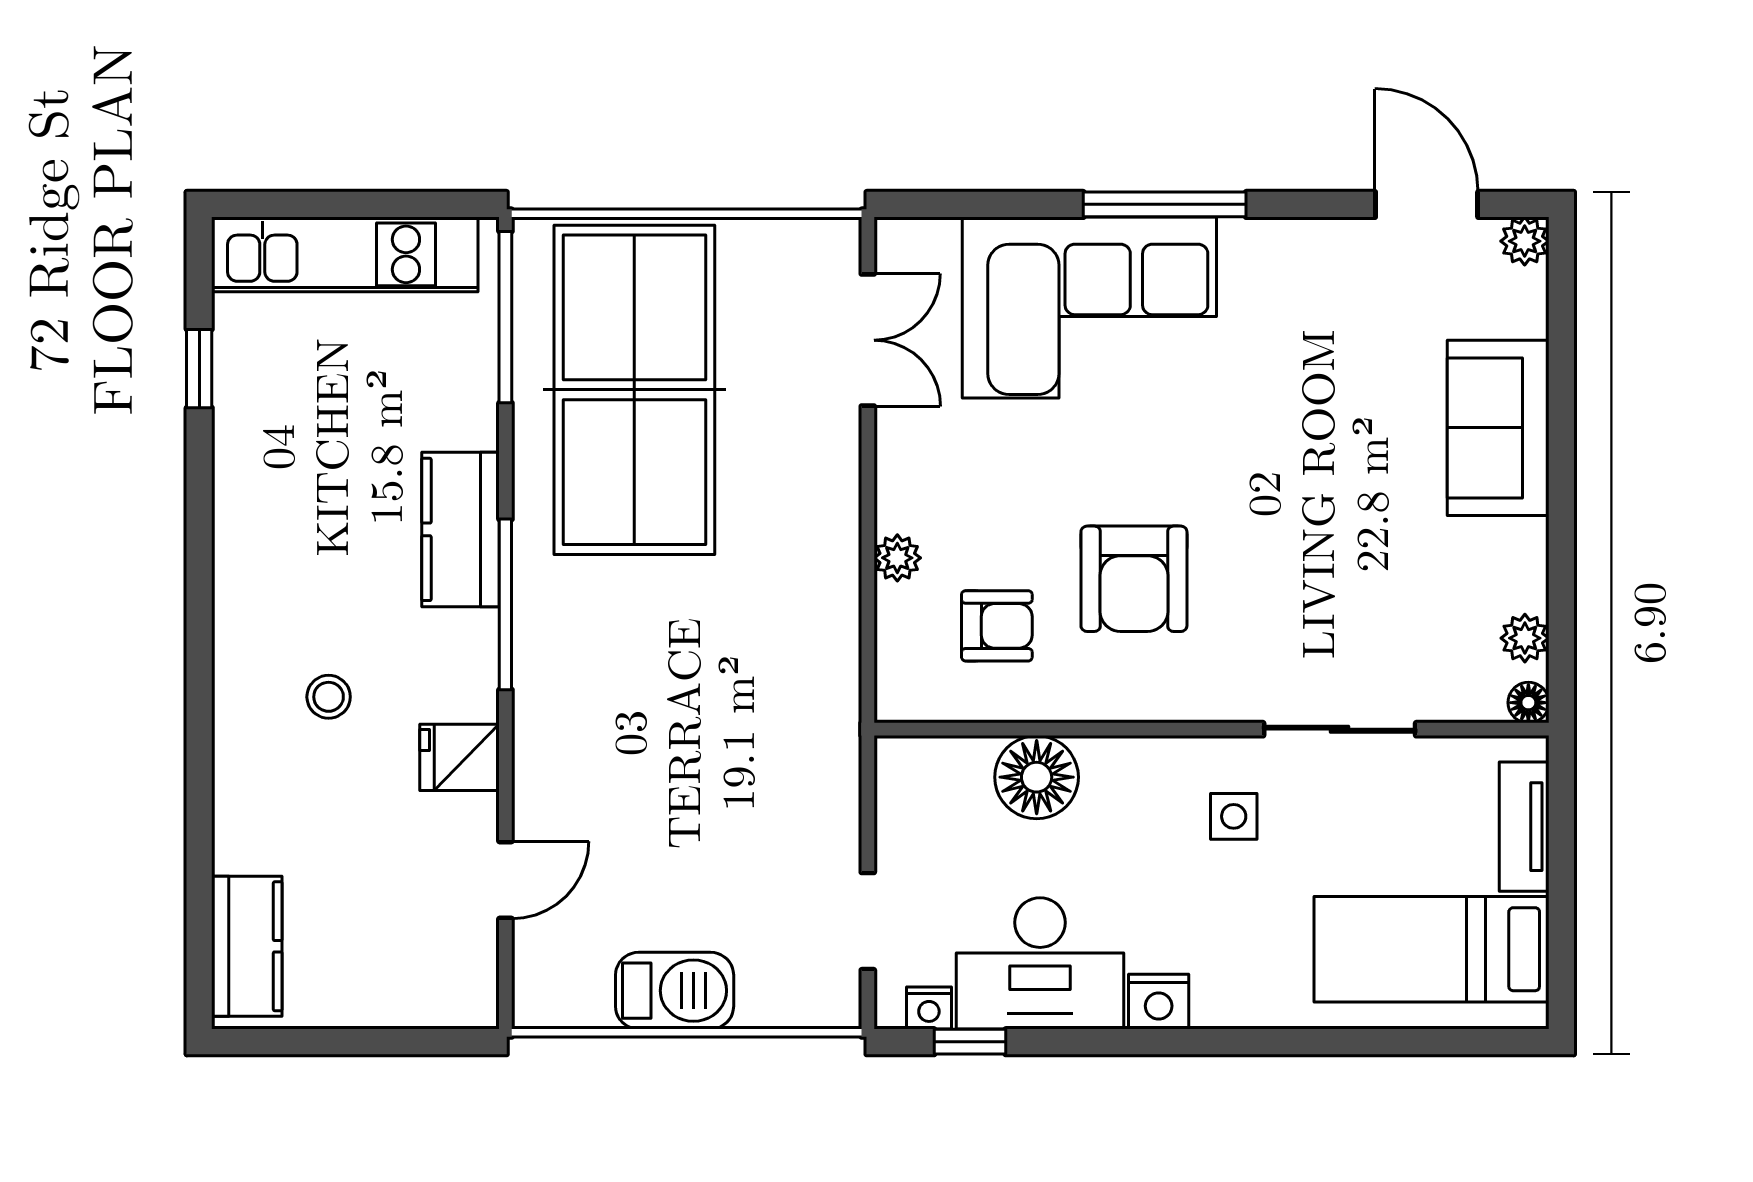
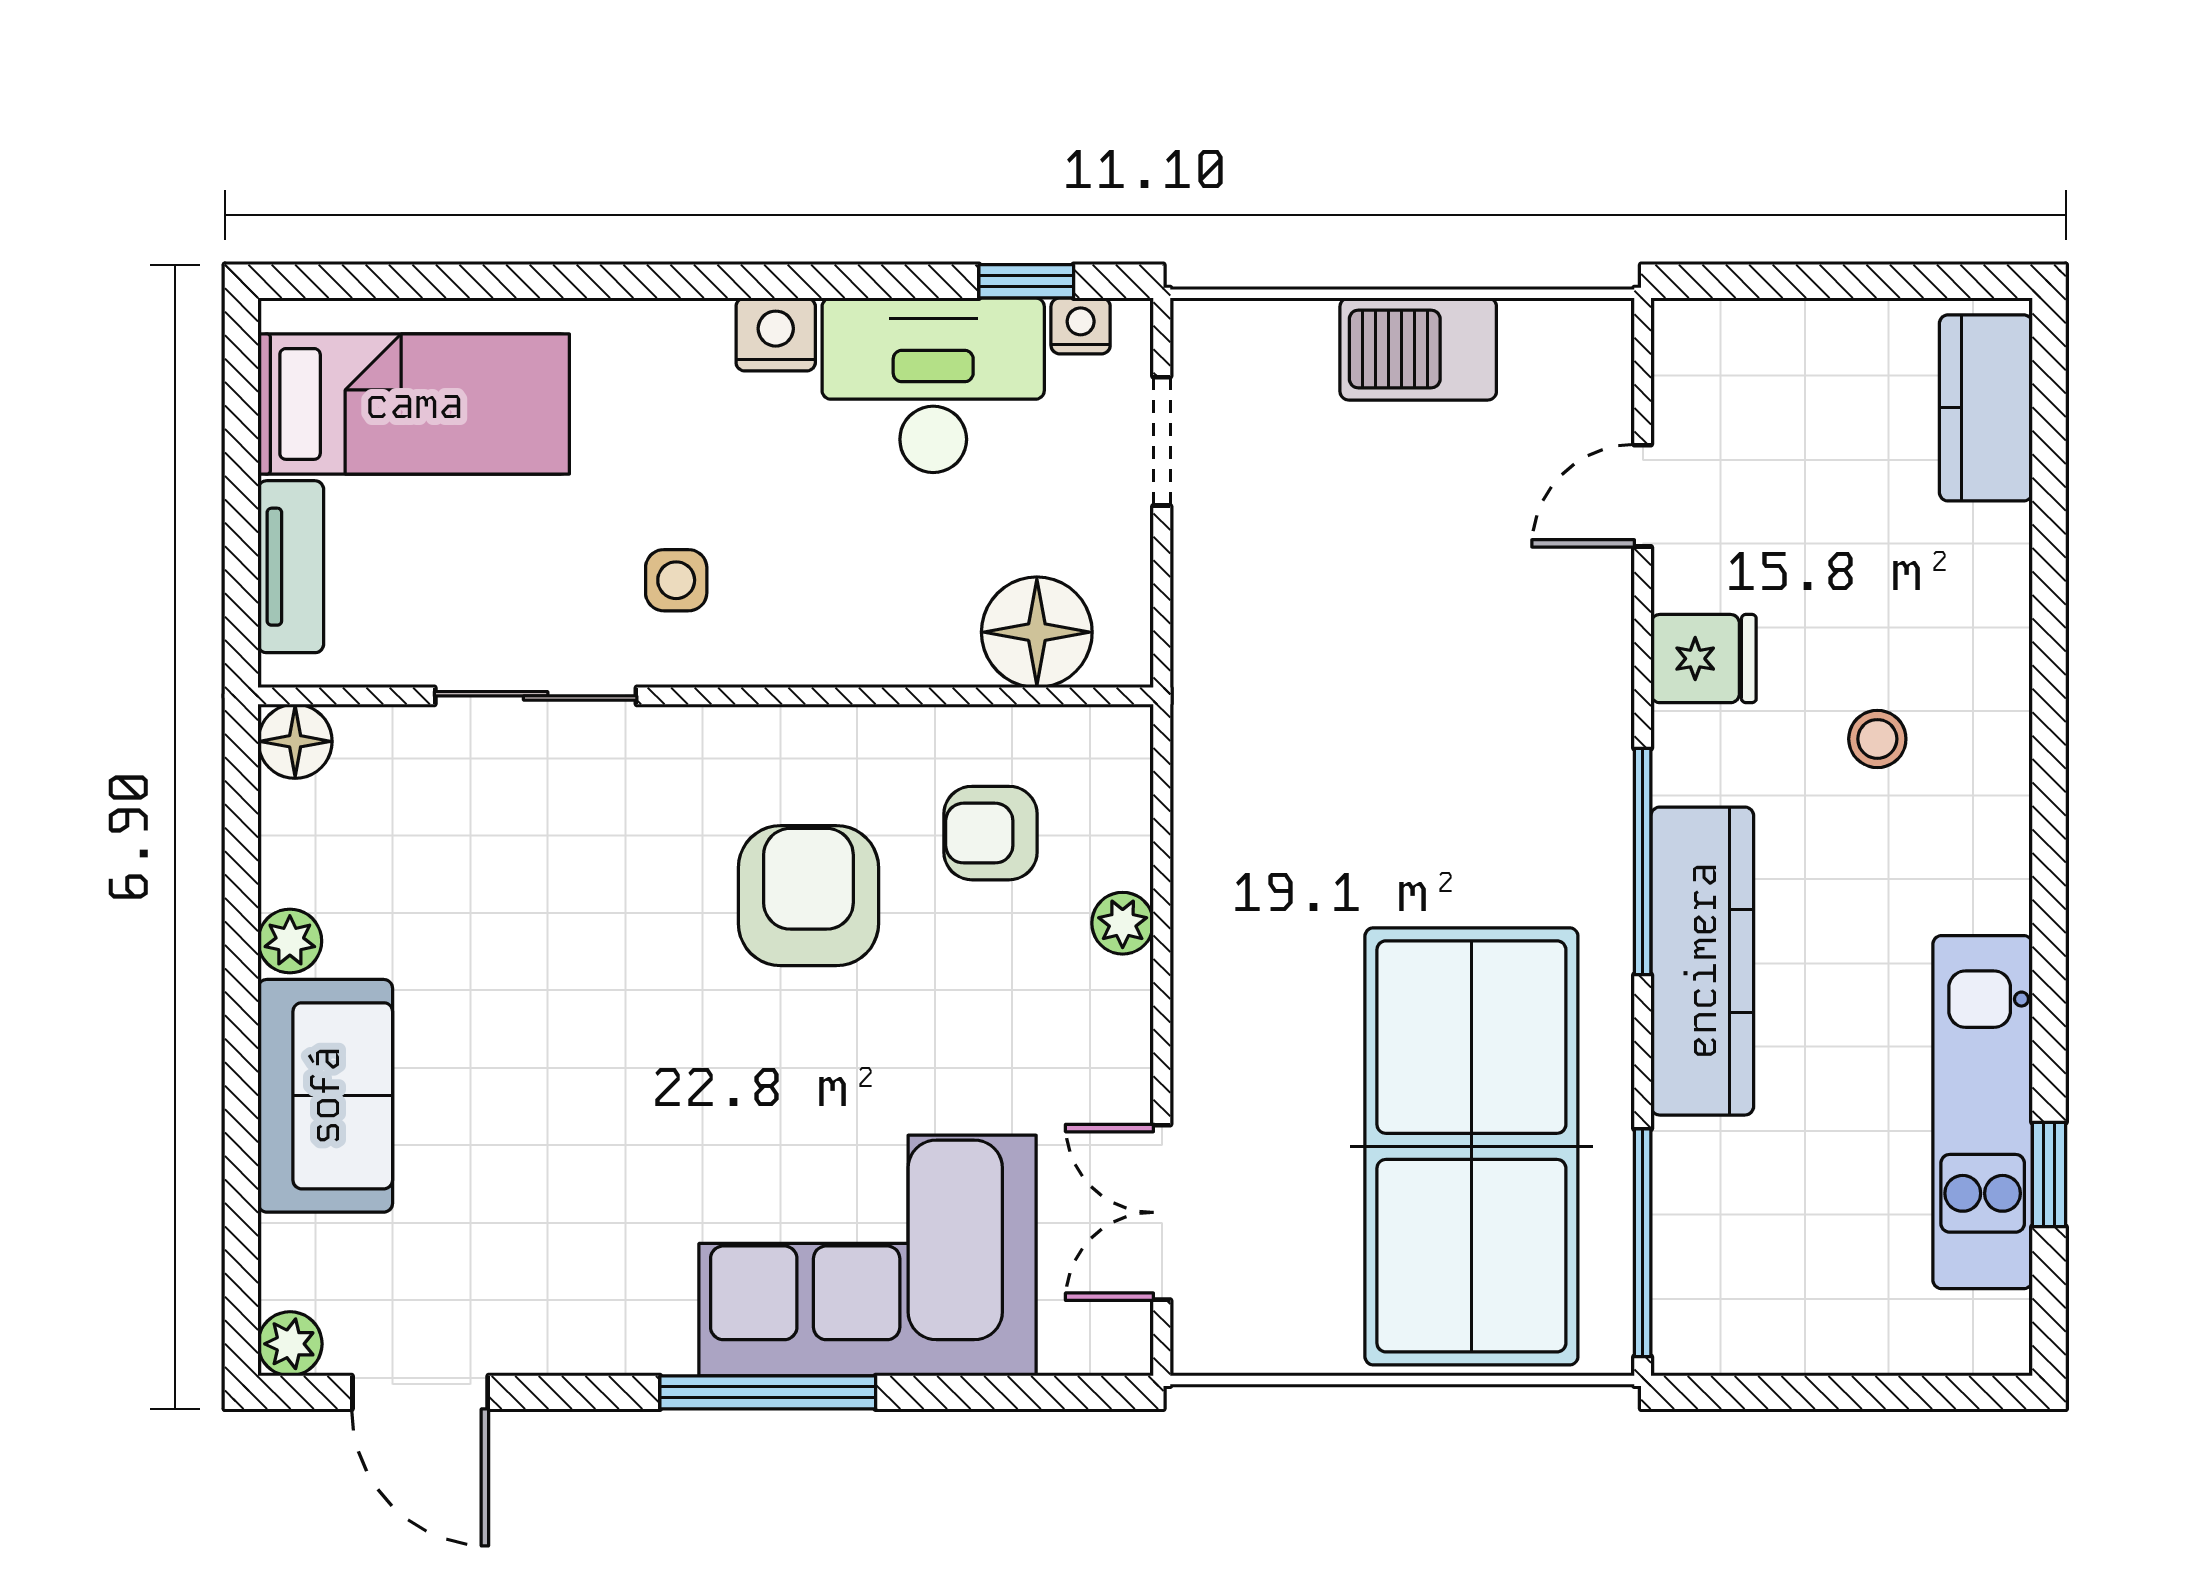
kitchen unit: (345, 254) -> (1983, 1112), moved, turned -90
kitchen counter: (460, 529) -> (1702, 961), width x1.50
plant: (1525, 638) -> (290, 941), moved
floor lamp: (1528, 703) -> (295, 741), width x1.37, depth x1.37
floor lamp: (1037, 777) -> (1037, 632), moved

